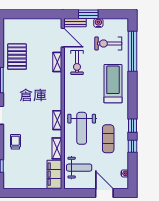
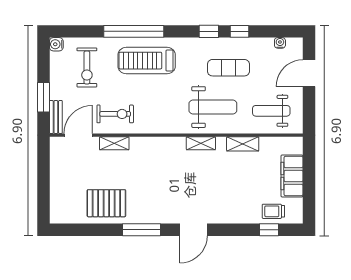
water cooler: (98, 23) -> (56, 44), moved
window: (133, 51) -> (134, 31), moved
trolley: (15, 142) -> (273, 211), moved
weight bench: (79, 168) -> (271, 111), turned -90
filing cabinet: (54, 174) -> (292, 176), moved, turned 90

